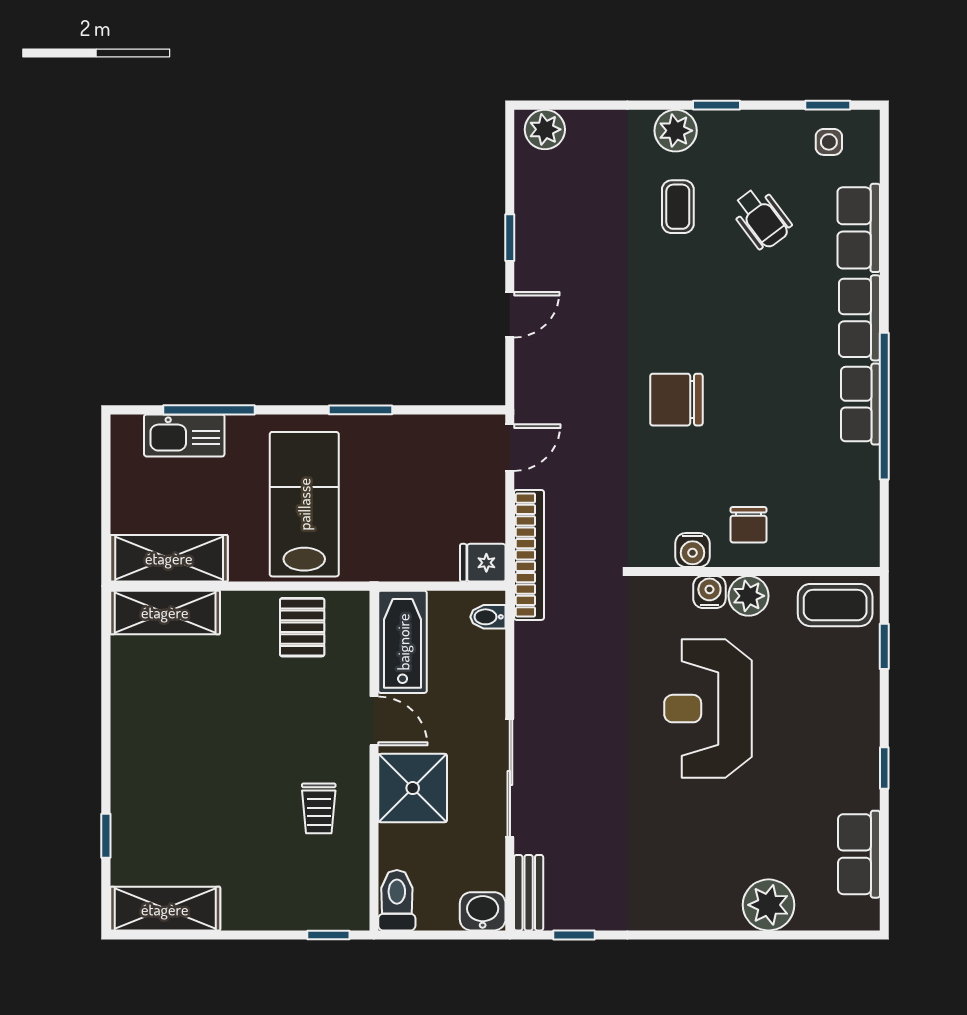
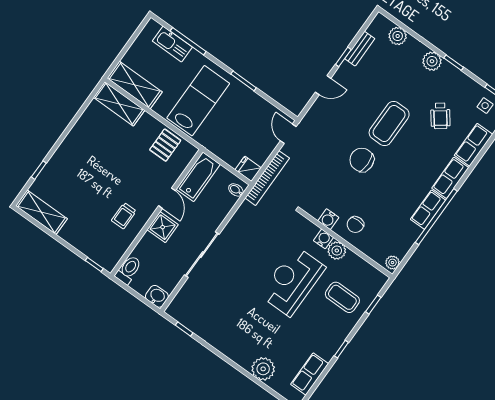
plant: (545, 129) -> (398, 36), moved
coffee table: (678, 207) -> (389, 123), moved, width x1.86, depth x1.72
door: (510, 448) -> (288, 134), swing flipped
plant: (865, 545) -> (392, 263), added
coffee table: (835, 605) -> (342, 297), moved
shower: (413, 788) -> (163, 227), width x0.73, depth x0.73
bench: (529, 893) -> (360, 49), moved

